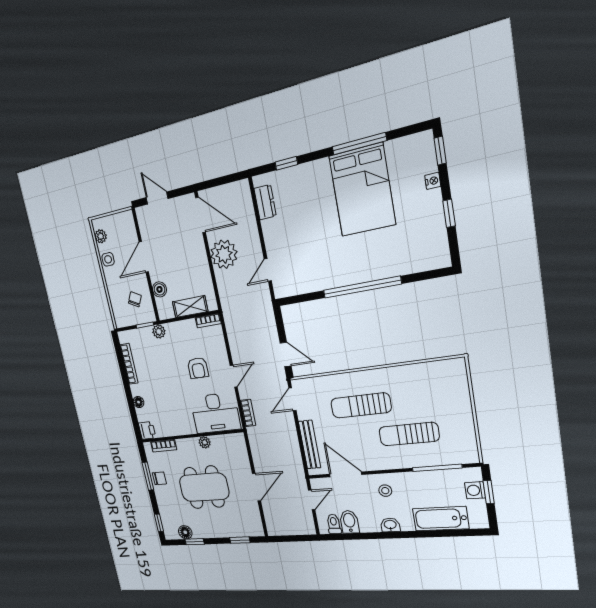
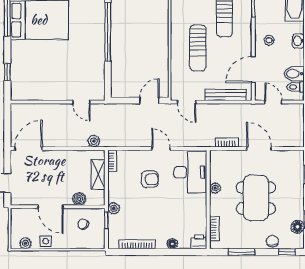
dresser: (265, 202) -> (31, 94), removed
plant: (224, 254) -> (94, 141), moved, width x0.53, depth x0.53
bookcase: (248, 413) -> (227, 143), moved
chair: (159, 478) -> (272, 241), moved

